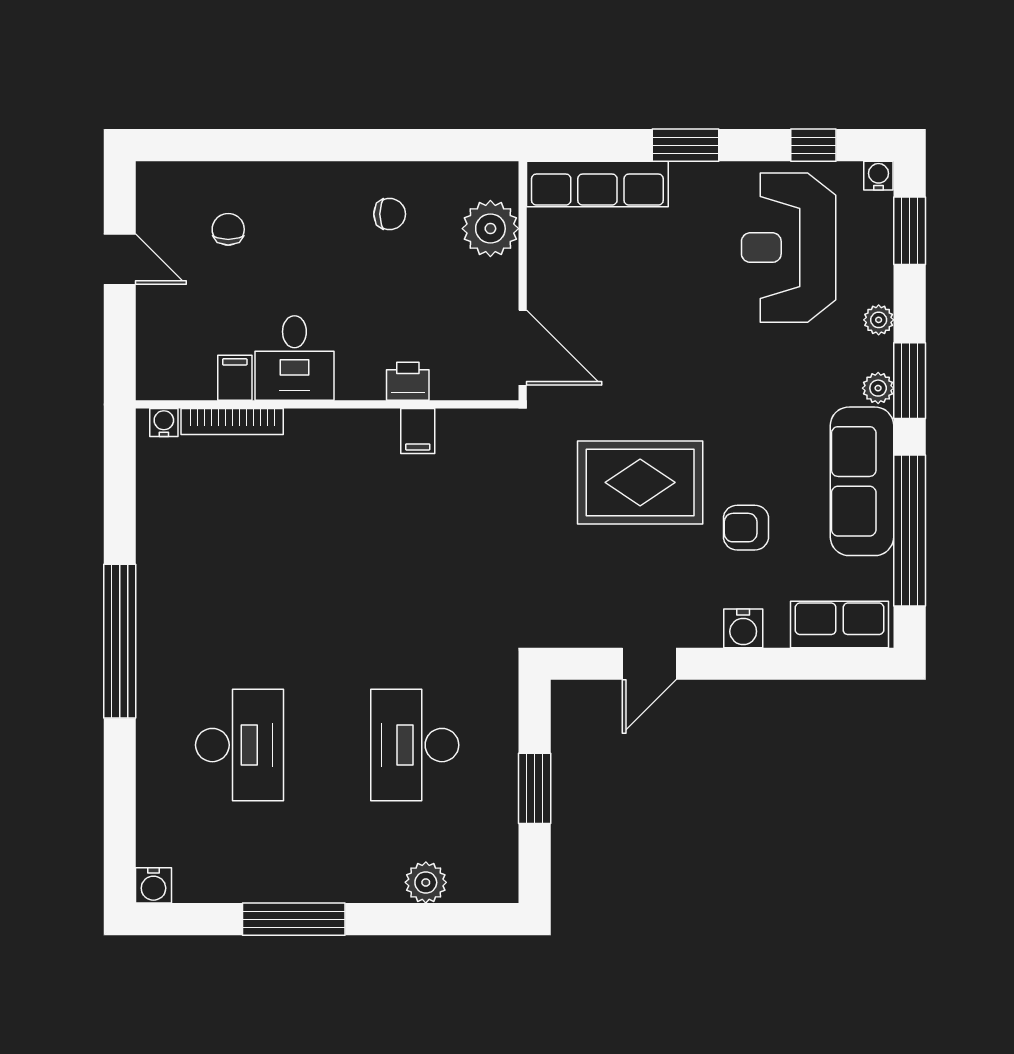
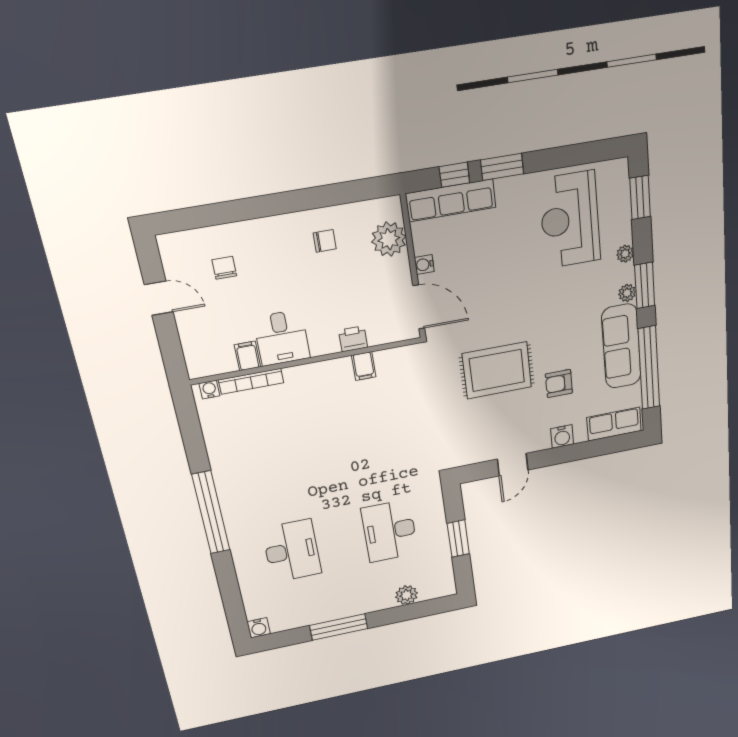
window: (813, 145) -> (454, 175), moved
water cooler: (878, 176) -> (424, 265), moved, turned -90

